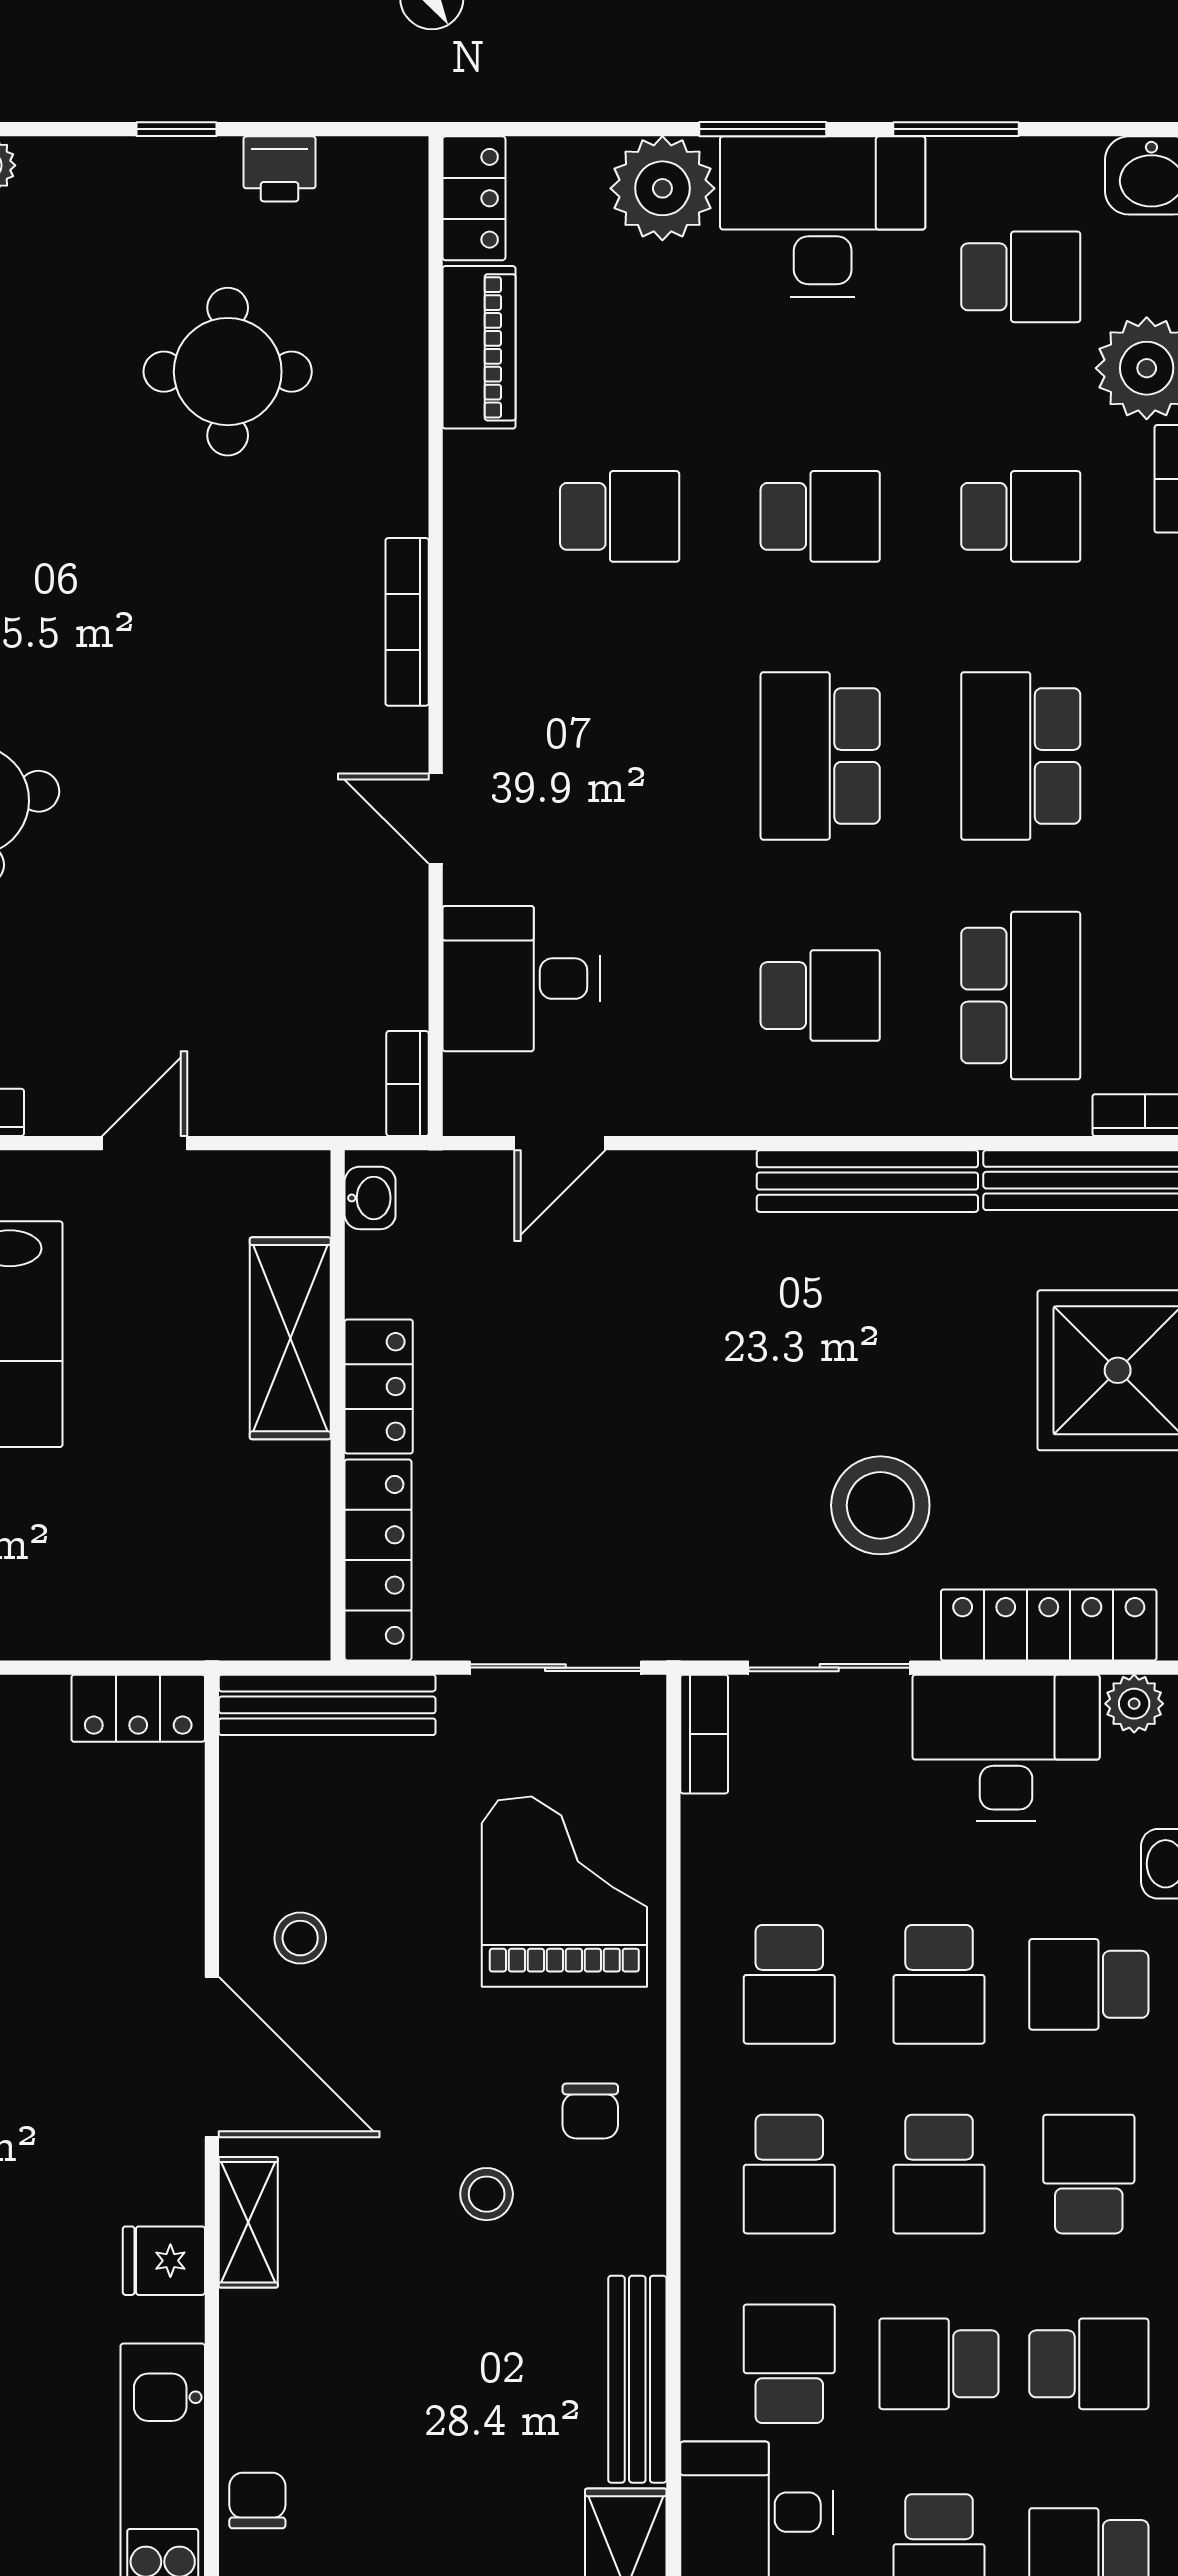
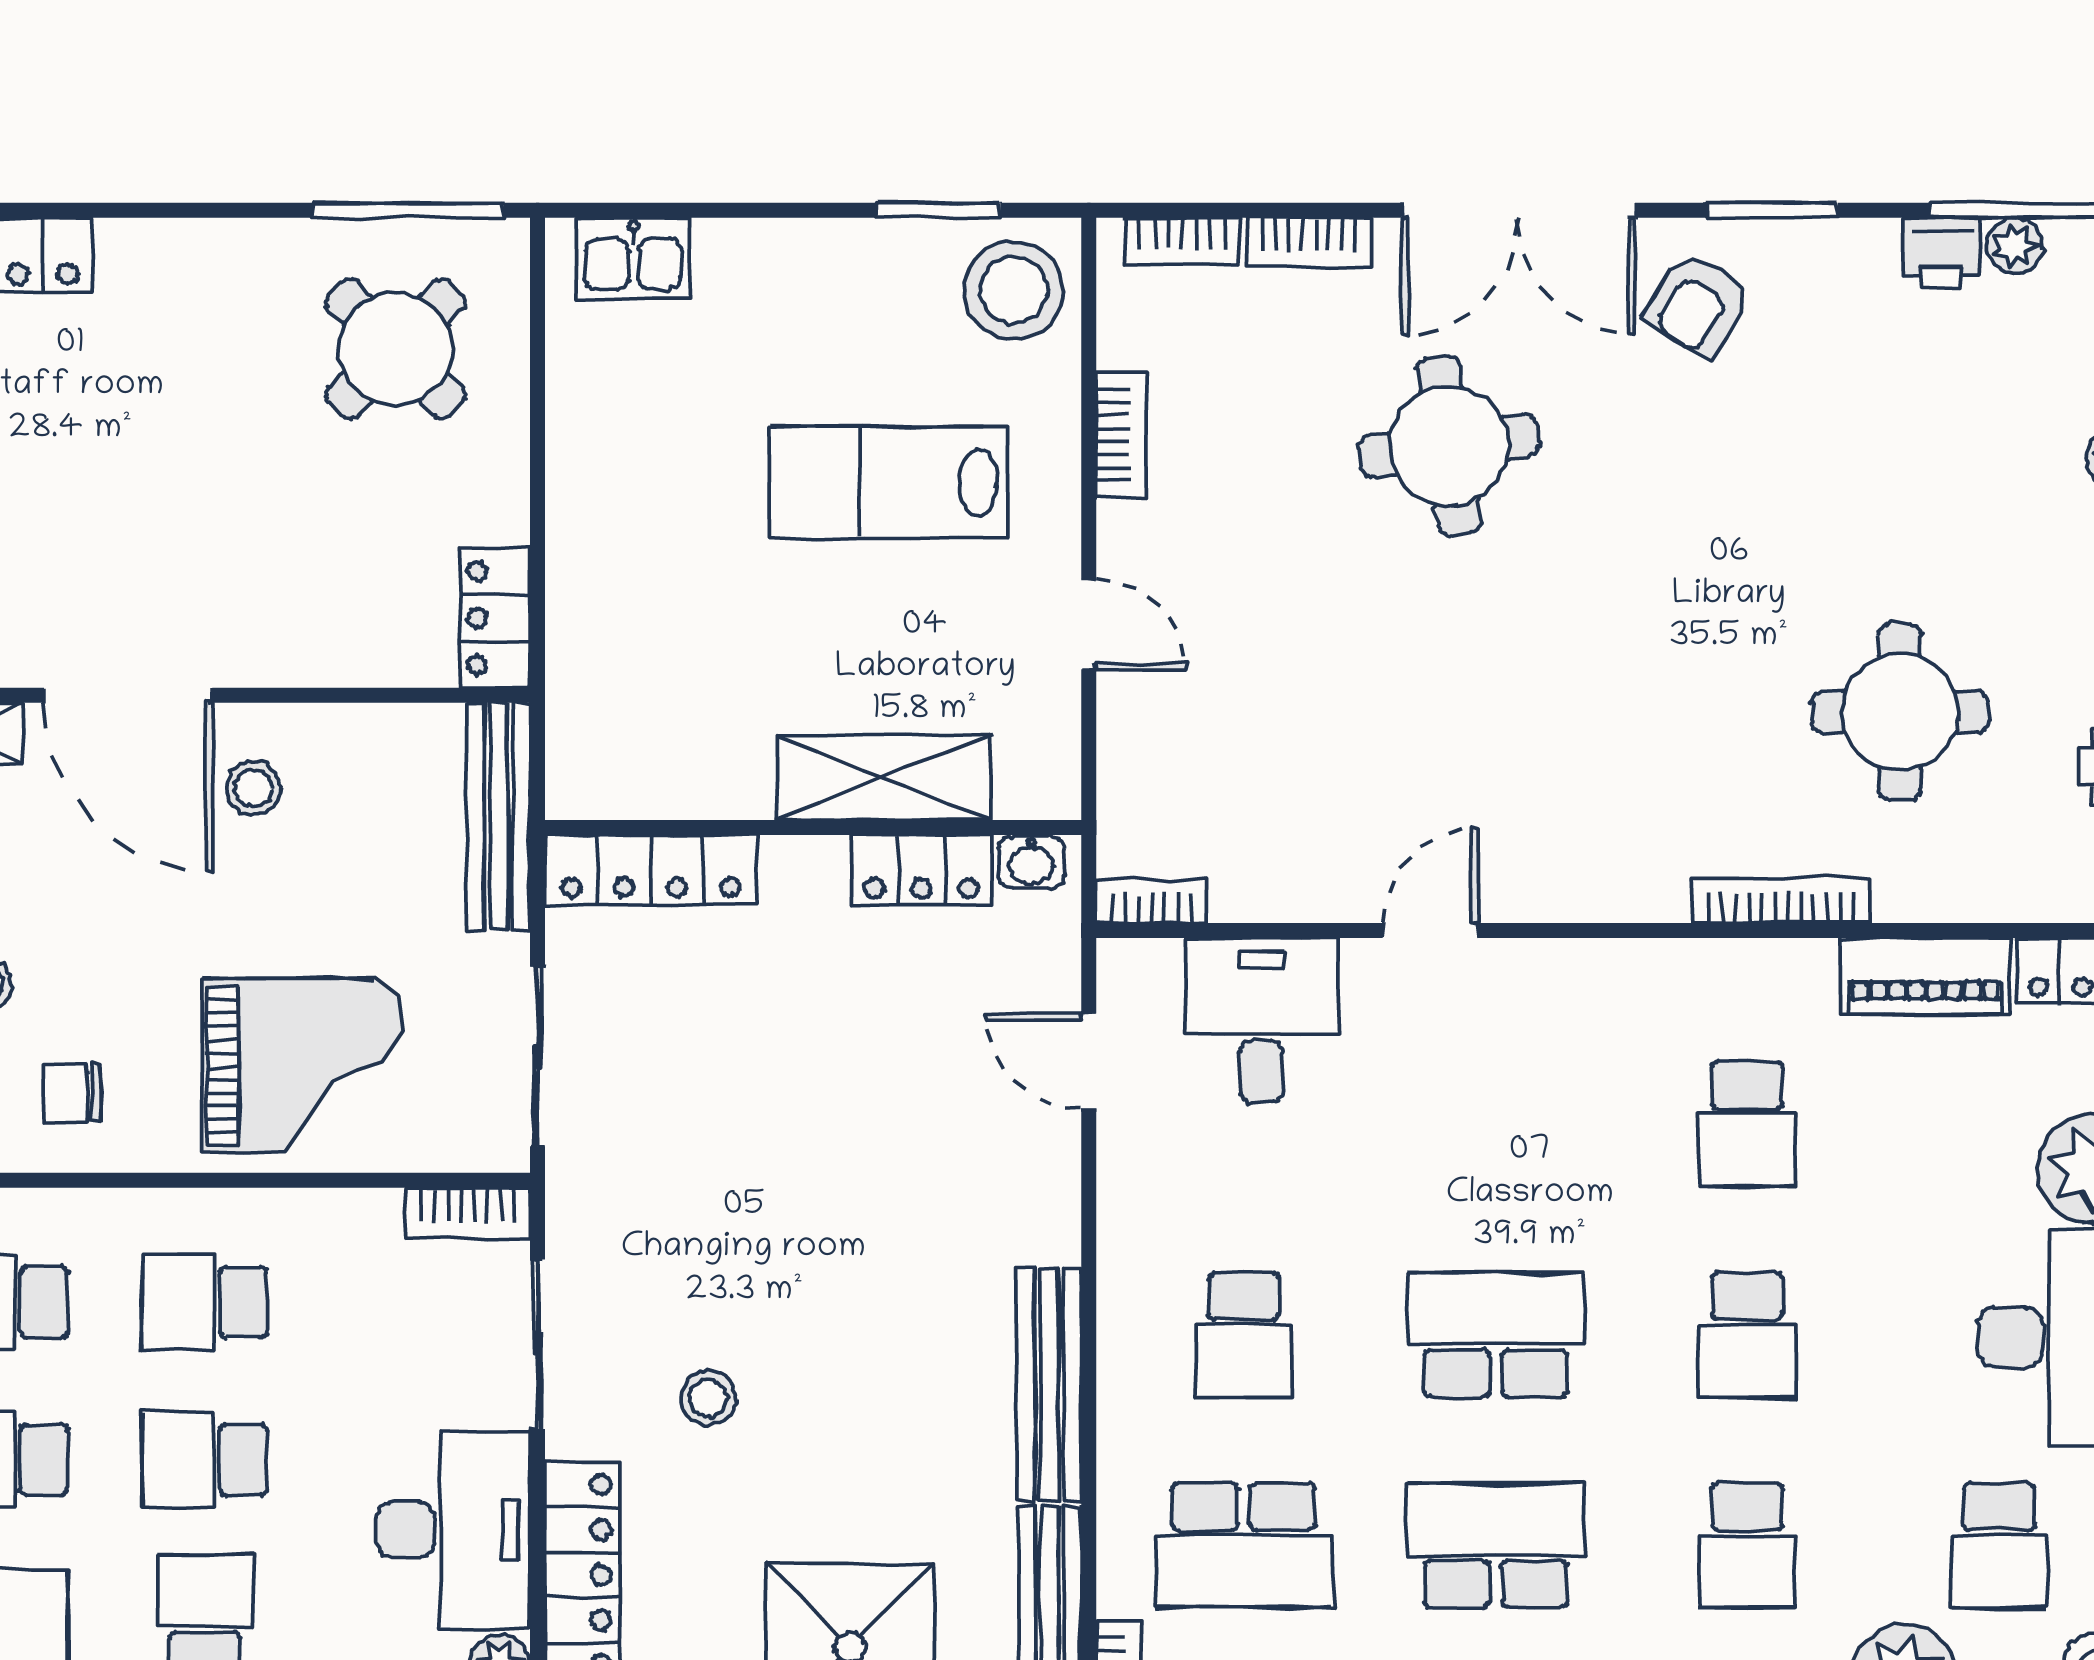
bookcase: (407, 622) -> (1781, 901), moved
locker: (379, 1387) -> (922, 871), moved
stool: (880, 1505) -> (708, 1398), width x0.53, depth x0.53
door: (212, 2057) -> (128, 695), hinge flipped

